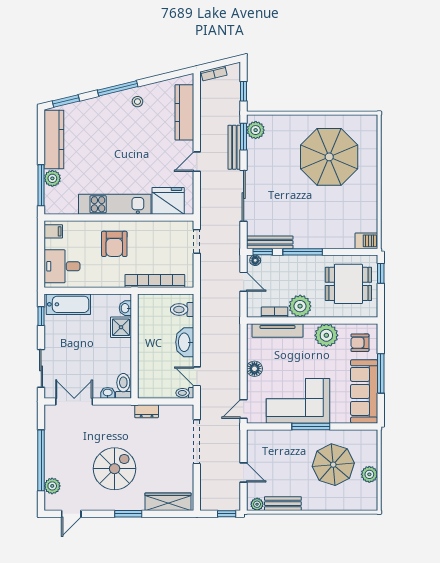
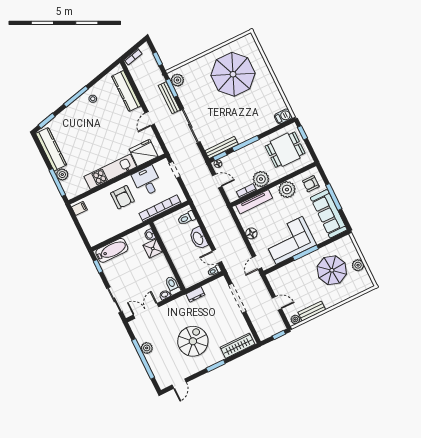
desk: (62, 266) -> (147, 181), moved, turned 90
plant: (52, 486) -> (147, 348), moved

